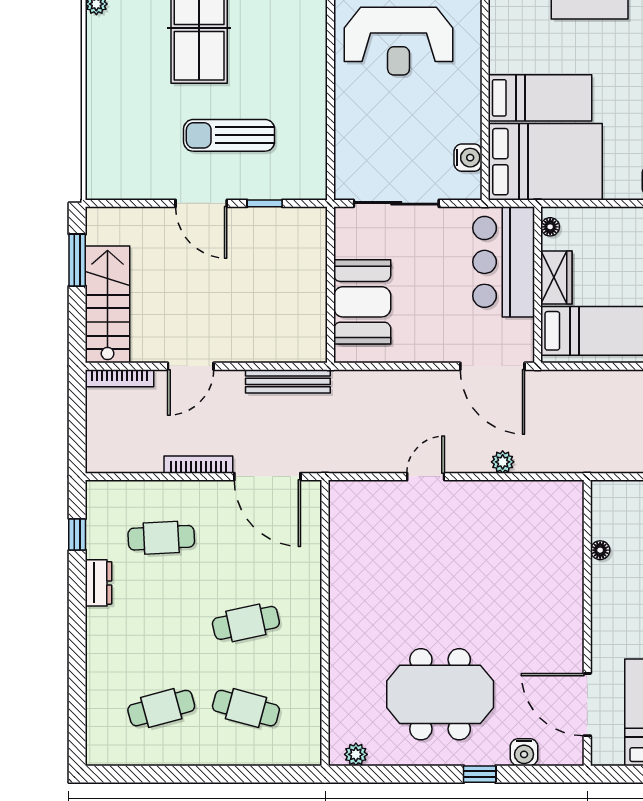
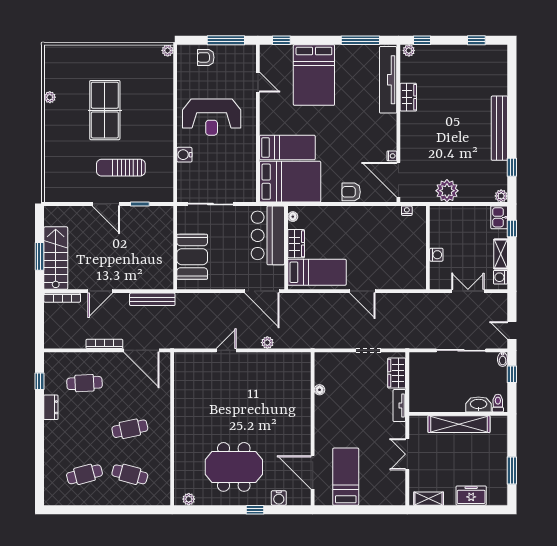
water cooler: (468, 158) -> (184, 155), moved, turned 180
window: (77, 260) -> (39, 256), moved

